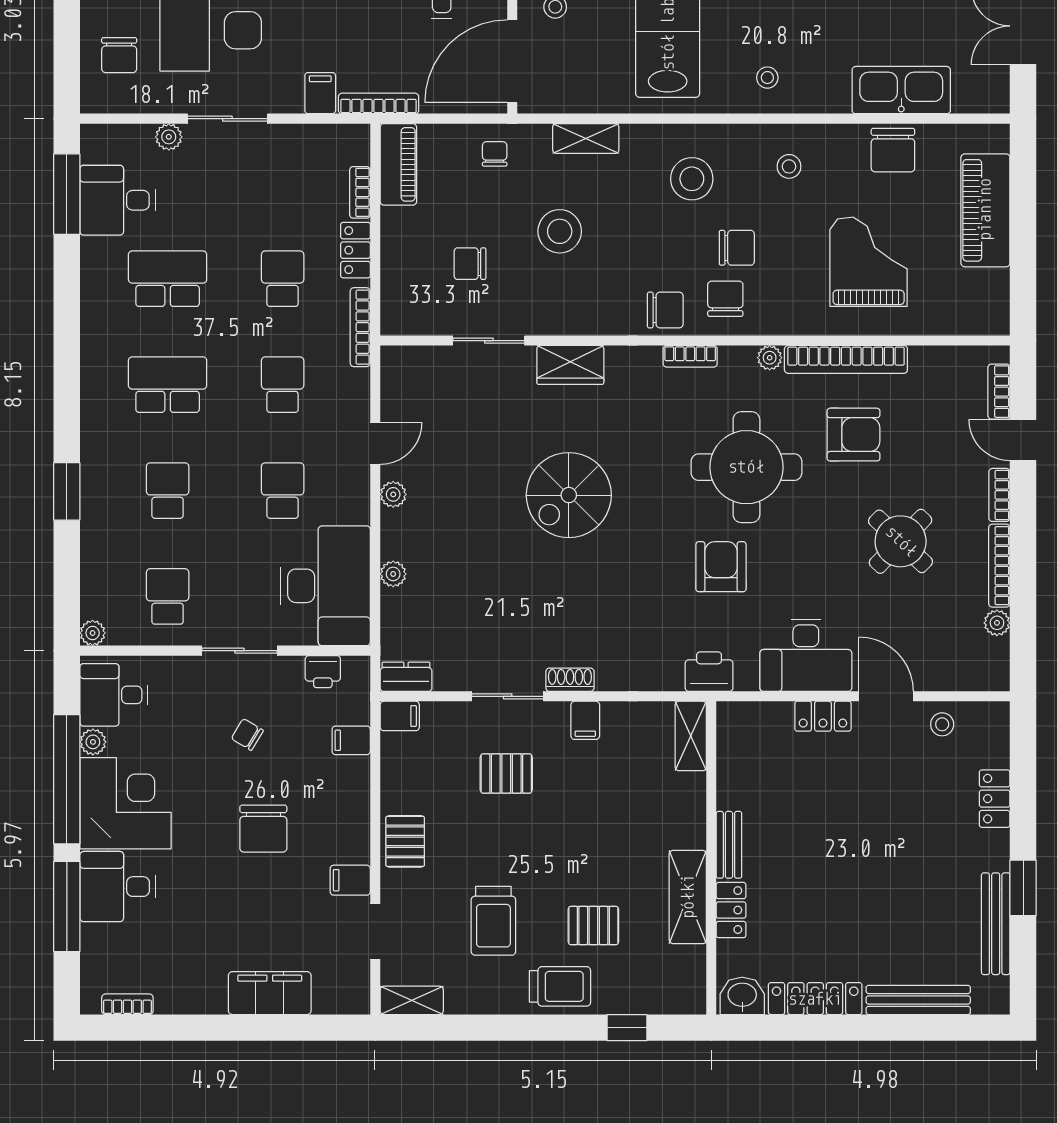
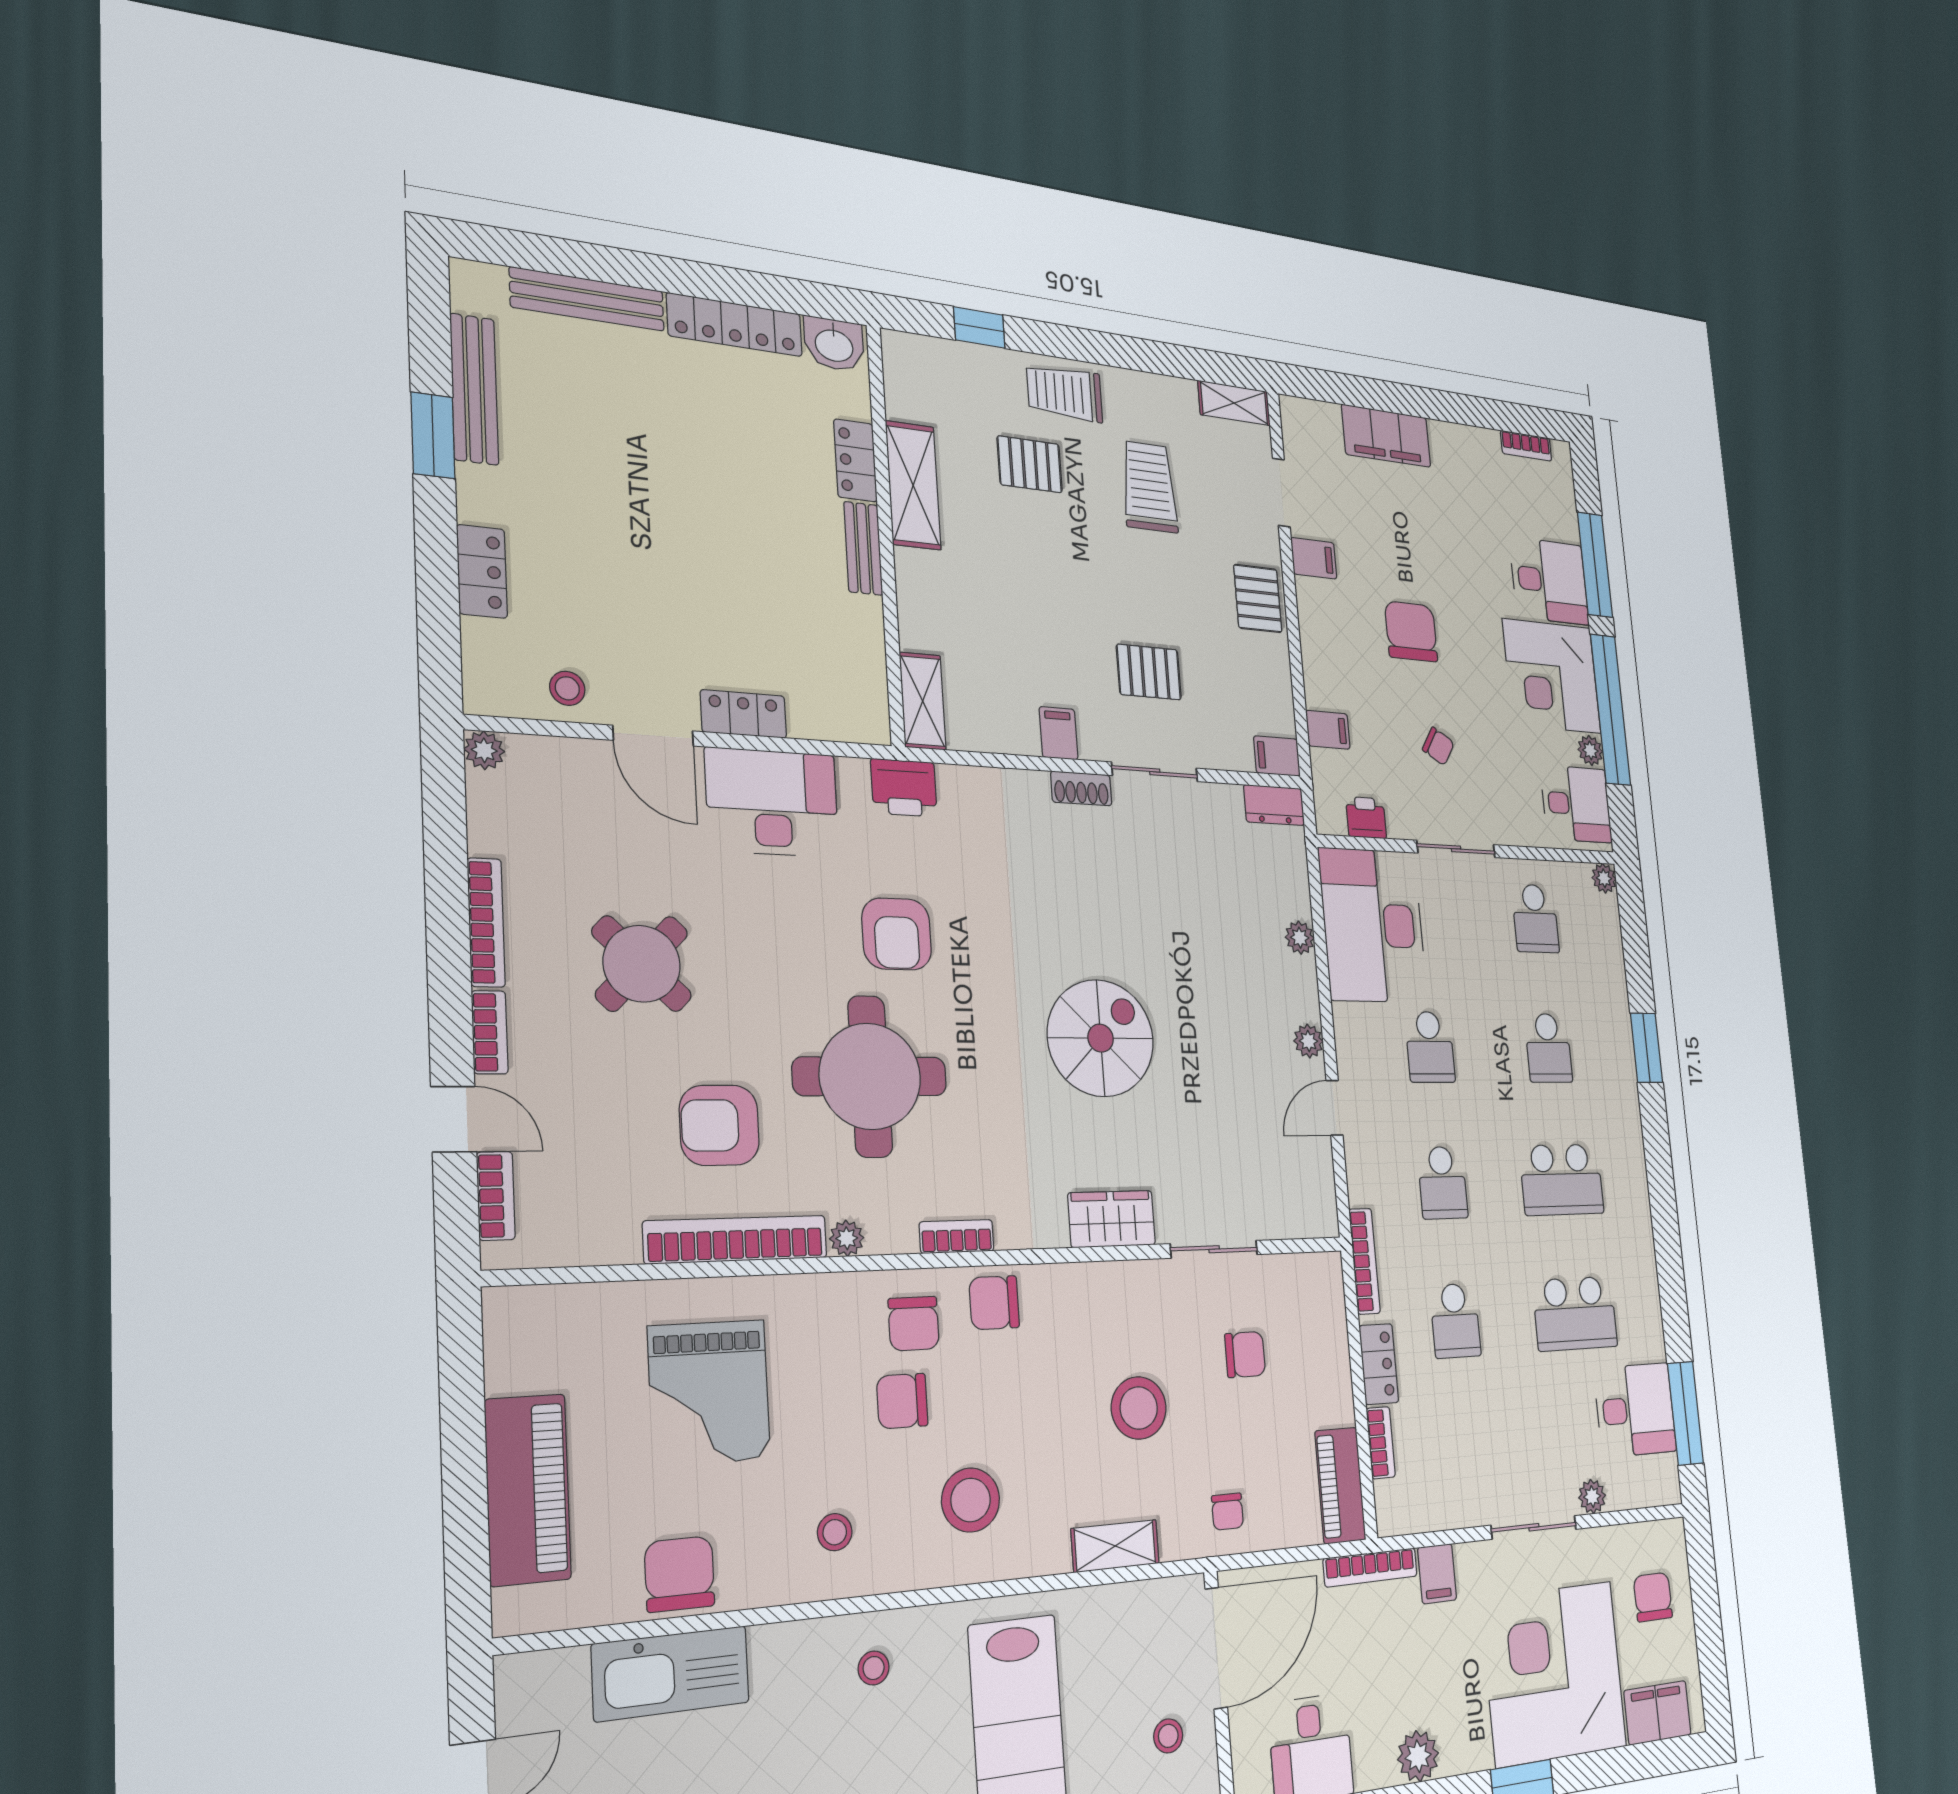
plant: (997, 623) -> (484, 750), moved

